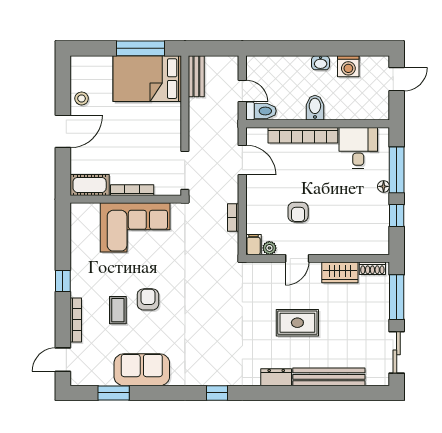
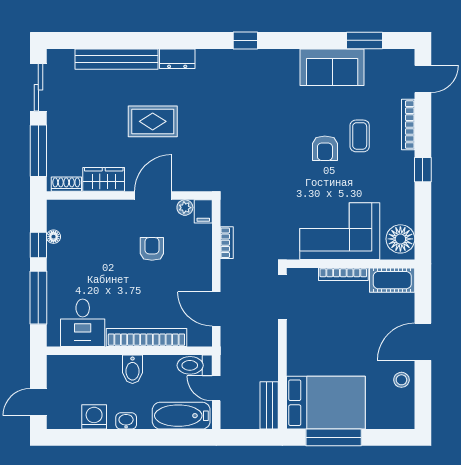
bathtub: (273, 67) -> (181, 416), added
floor lamp: (384, 186) -> (53, 237), moved
floor lamp: (82, 221) -> (400, 239), added
door: (297, 258) -> (153, 196), width x1.38

